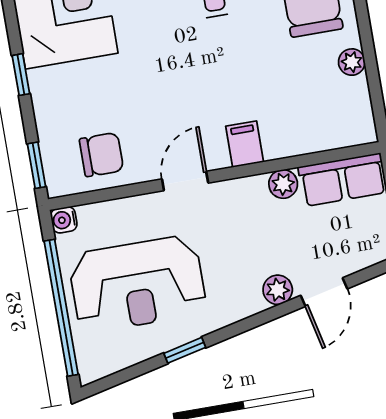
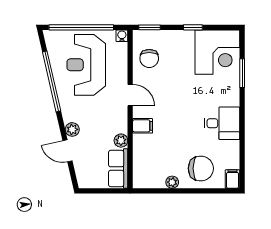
window: (185, 350) -> (52, 81), width x3.17

